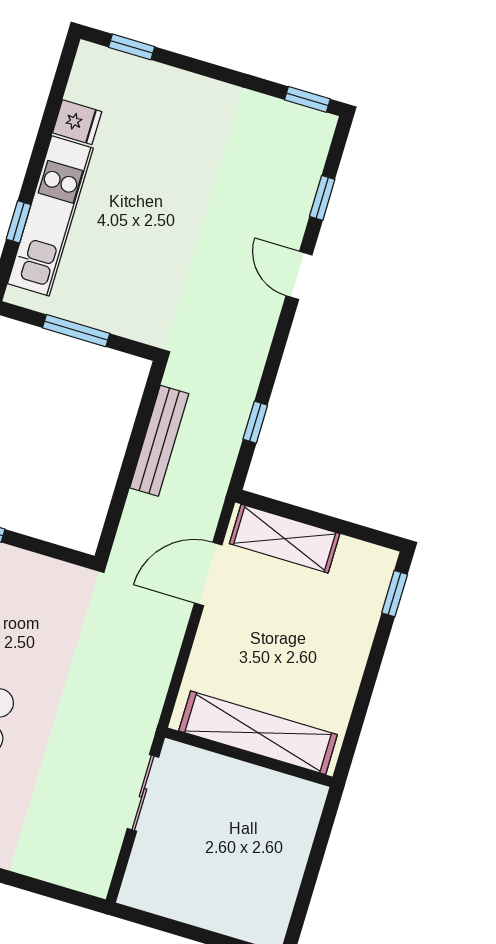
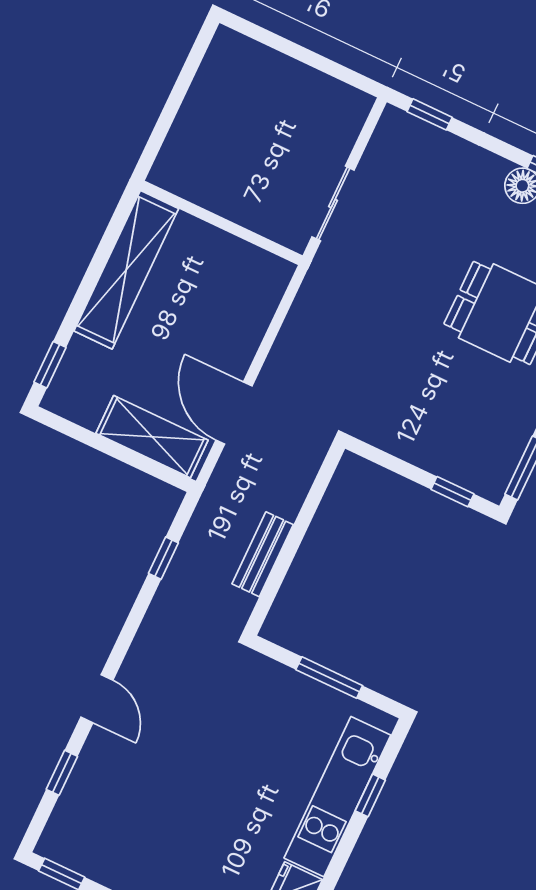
bench: (159, 441) -> (263, 554), width x0.73
door: (208, 574) -> (234, 413), swing flipped
shelving: (258, 733) -> (126, 270), moved, turned 90
window: (62, 894) -> (430, 114), added

